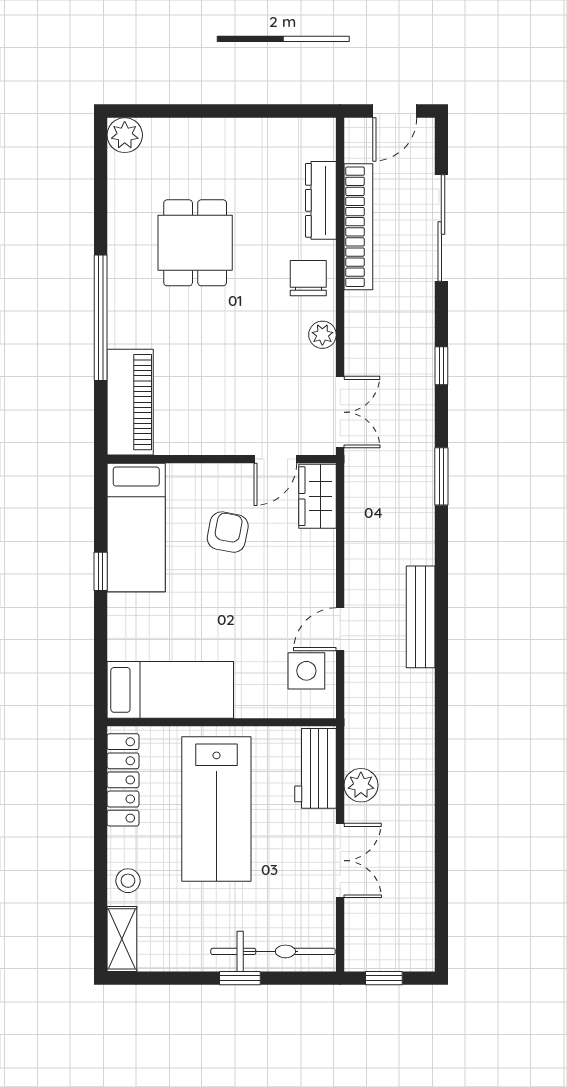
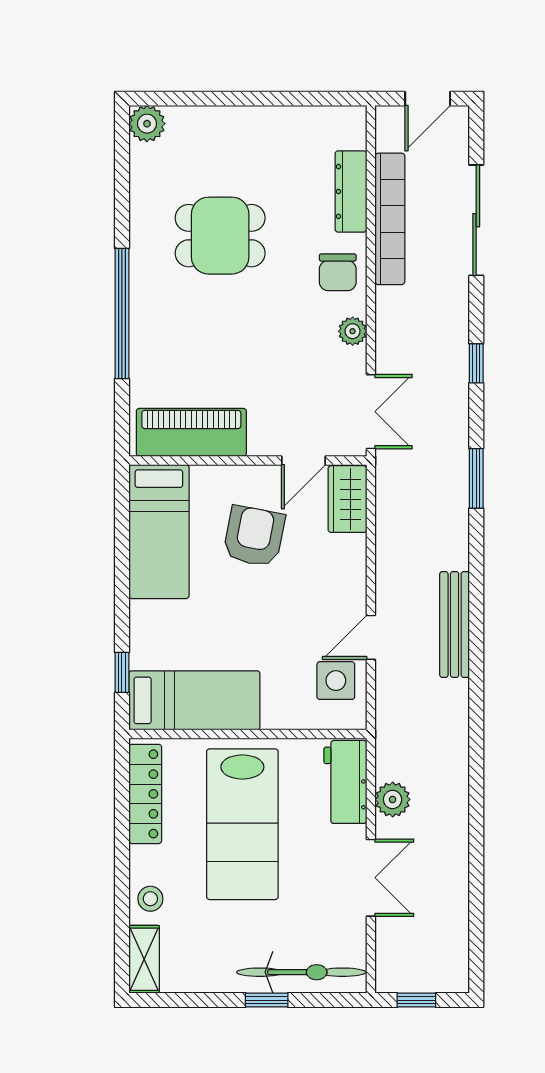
dining table: (195, 243) -> (220, 236), turned 90
chair: (308, 278) -> (338, 272), turned 180
piano: (130, 402) -> (191, 432), moved, turned -90
armchair: (228, 532) -> (254, 536), width x1.38, depth x1.38
window: (101, 571) -> (122, 672), moved

